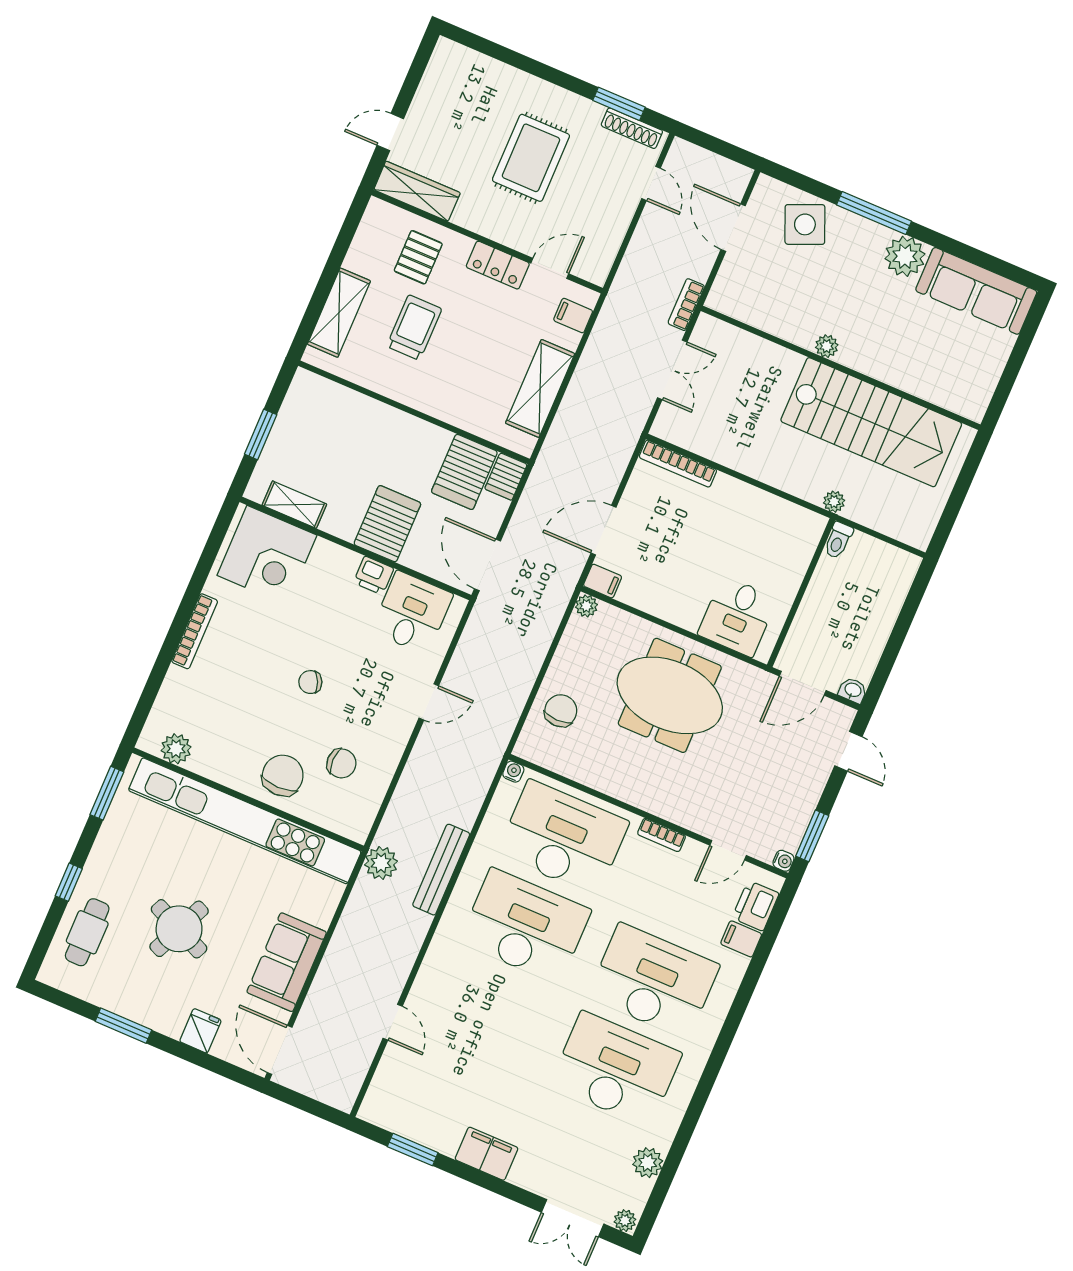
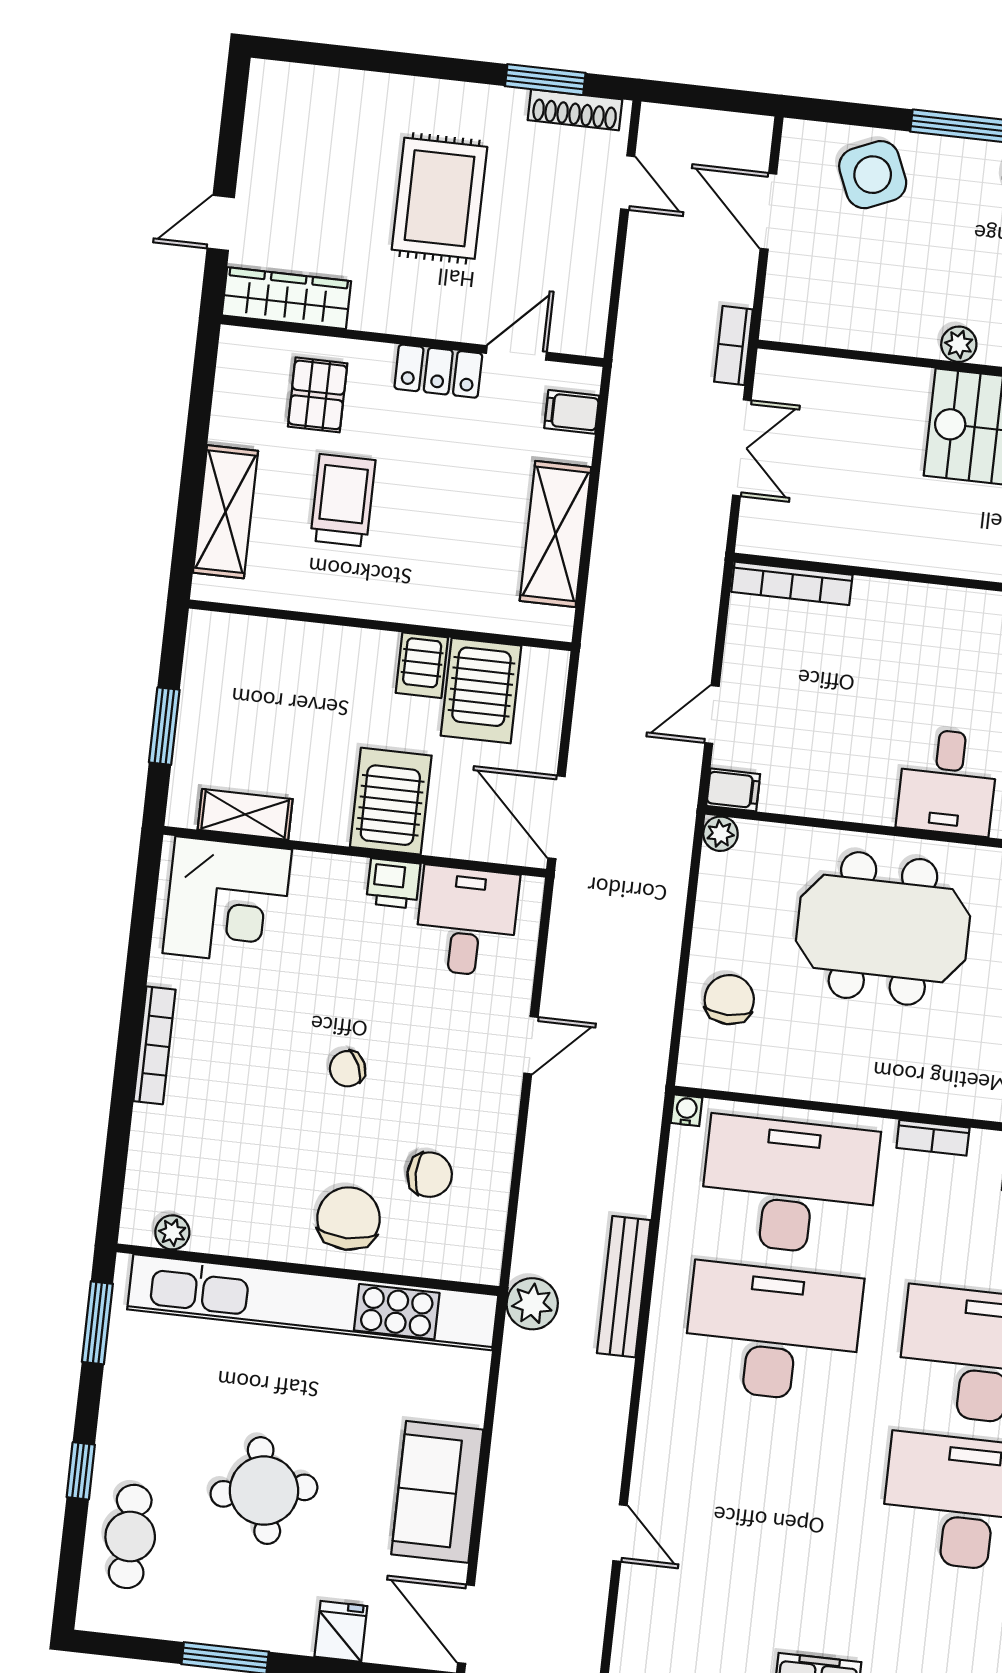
server rack: (506, 477) -> (422, 665), moved
door: (604, 530) -> (712, 714), width x0.73
plant: (176, 749) -> (172, 1232), width x0.73, depth x0.73
round table: (179, 929) -> (264, 1491), turned -35

